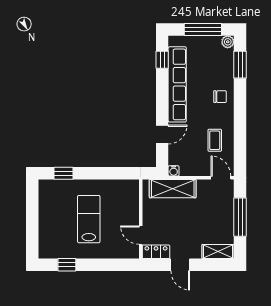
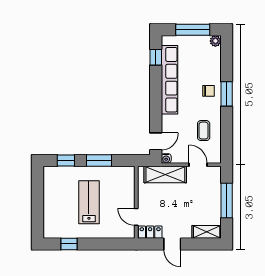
window: (240, 65) -> (227, 94), moved
door: (162, 134) -> (156, 141), moved
window: (100, 173) -> (99, 160), added
door: (221, 178) -> (198, 165), moved

